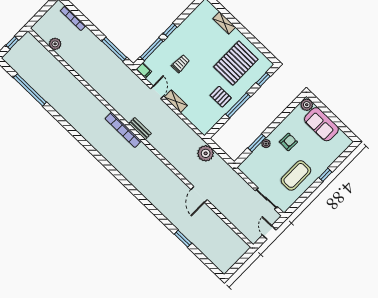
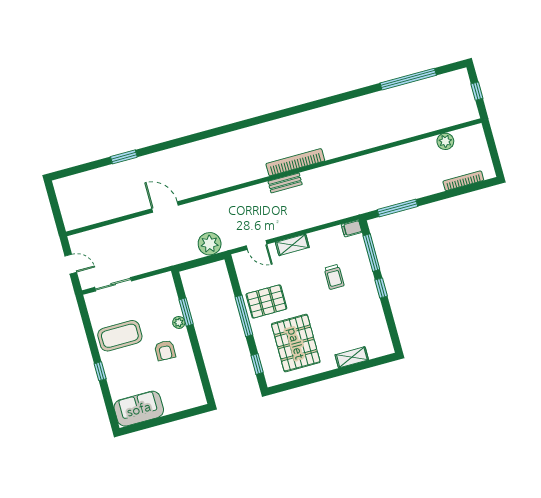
door: (157, 92) -> (257, 245), moved
pallet: (221, 97) -> (266, 301), width x1.50, depth x1.42
plant: (307, 105) -> (197, 398), removed
sofa: (321, 124) -> (139, 409), moved
coffee table: (296, 175) -> (120, 336), turned 90

